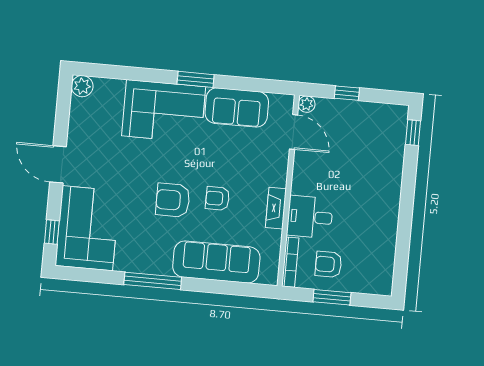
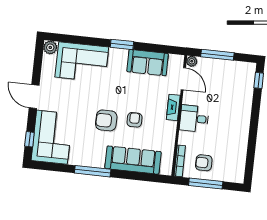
window: (347, 93) -> (217, 55), width x2.17
corner sofa: (164, 111) -> (82, 62), moved
armchair: (217, 198) -> (134, 120), turned 90
fireplace: (276, 208) -> (173, 107), moved
desk: (310, 217) -> (194, 119), moved
window: (332, 297) -> (206, 183), width x1.44

